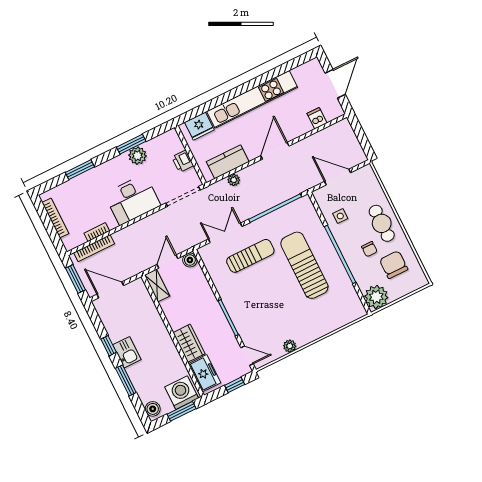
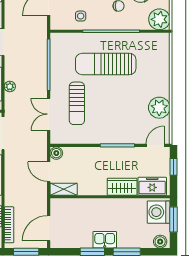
sun lounger: (250, 256) -> (77, 103), turned 180
window: (109, 346) -> (92, 252), width x1.50
plant: (290, 346) -> (159, 108), width x1.87, depth x1.87

